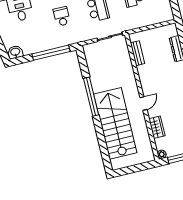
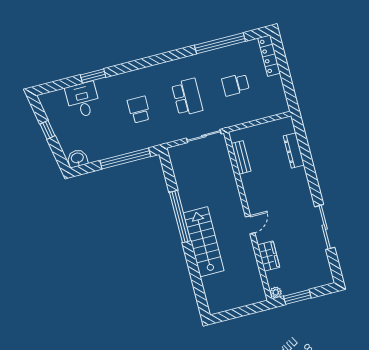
stairs: (115, 123) -> (204, 242), width x0.73, depth x0.66

